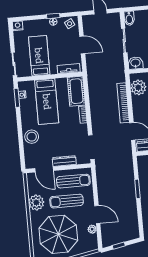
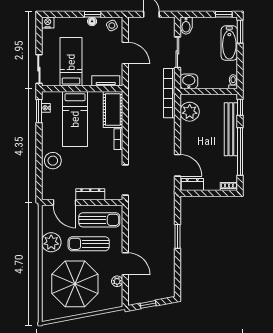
bookcase: (123, 103) -> (169, 93), moved

